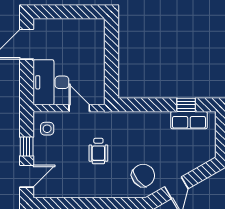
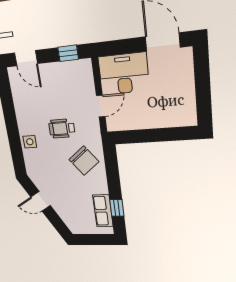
side table: (47, 129) -> (30, 142), moved
window: (27, 147) -> (68, 53), moved
chair: (143, 175) -> (84, 161), moved

